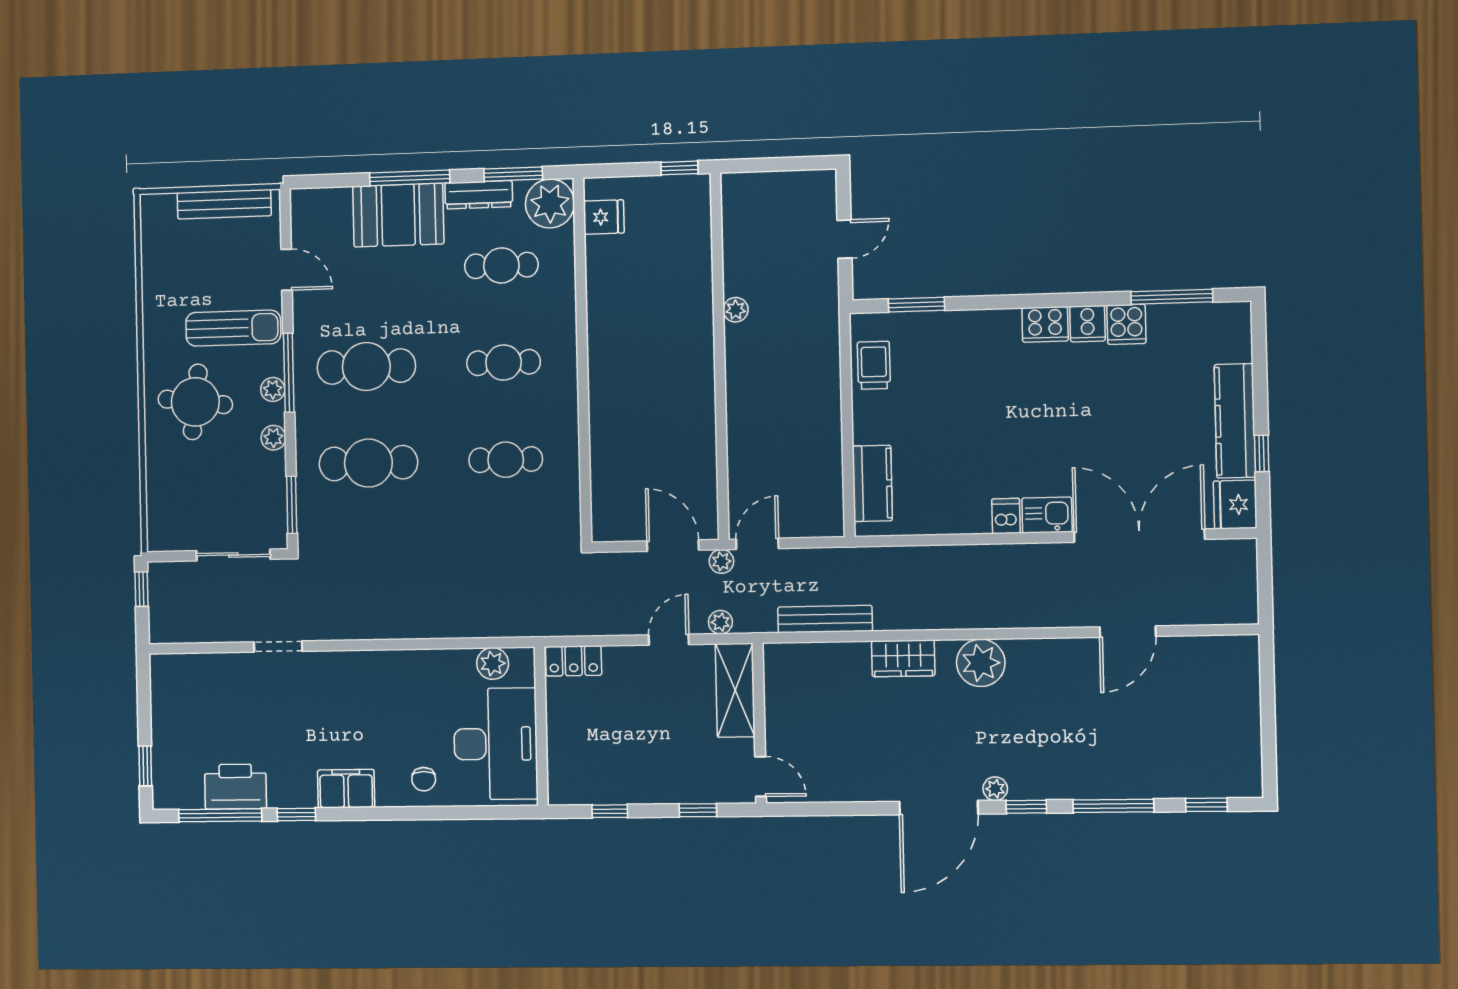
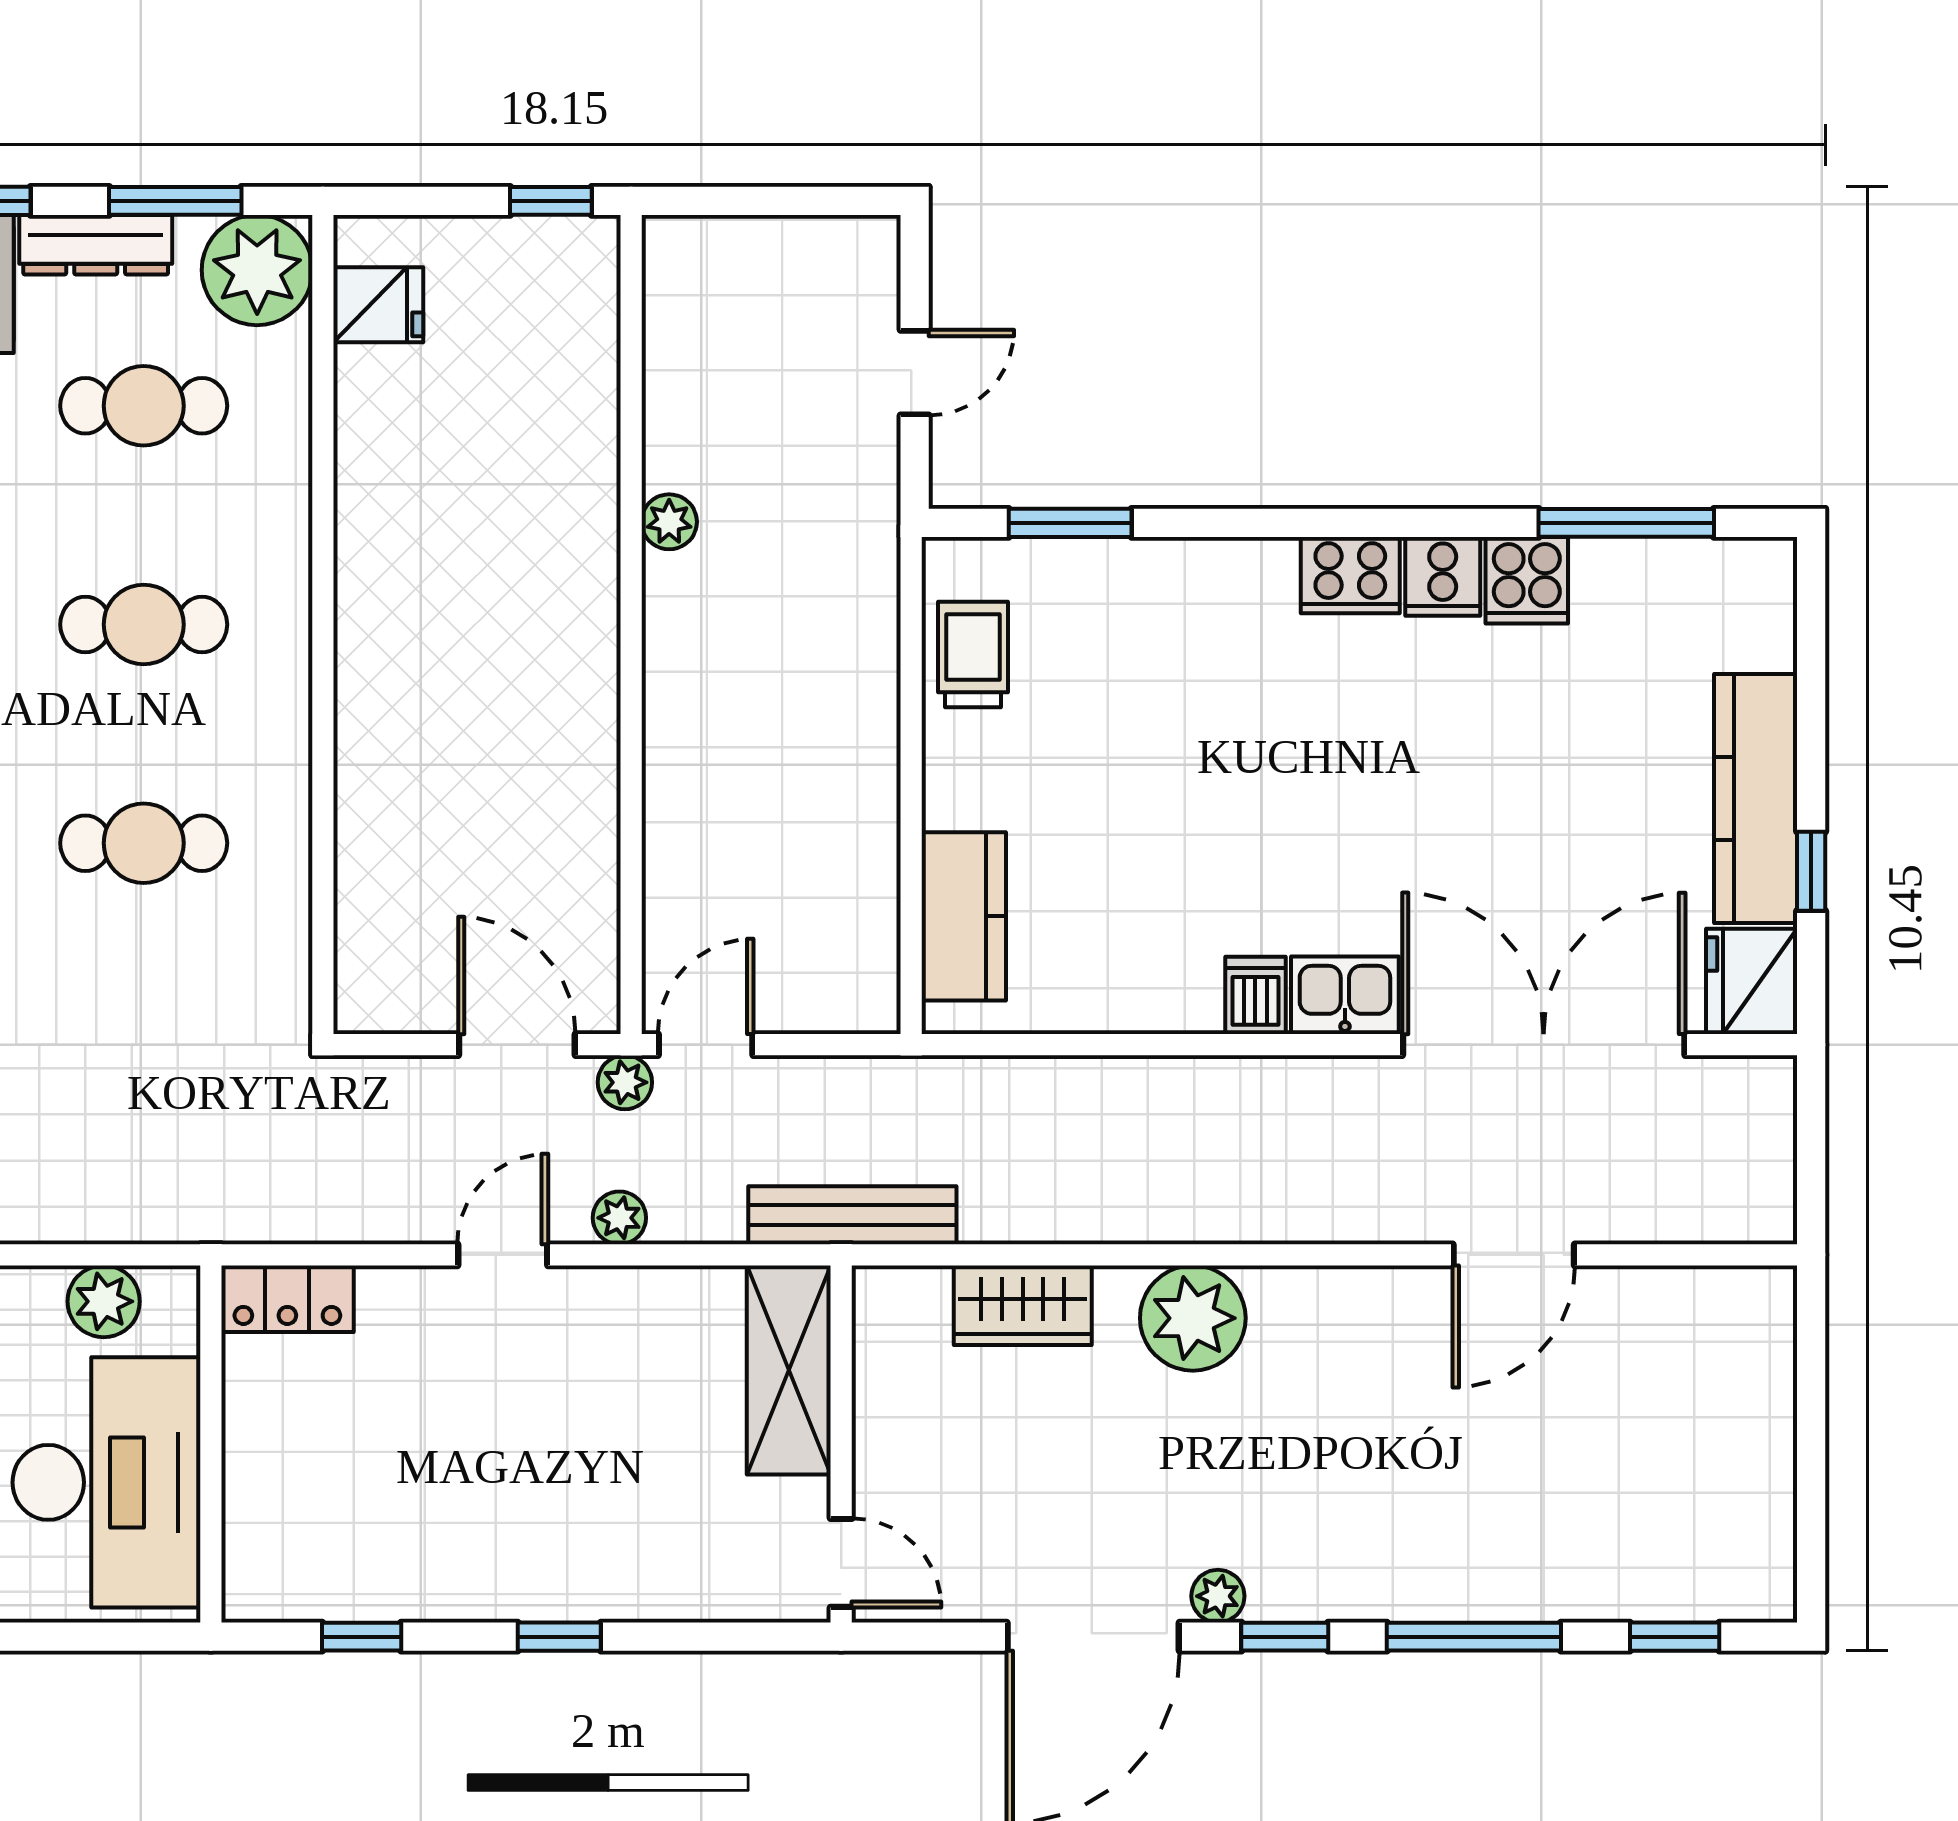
shelving: (735, 690) -> (789, 1370), moved
wall: (759, 723) -> (841, 1444), moved
door: (761, 776) -> (841, 1563), moved

